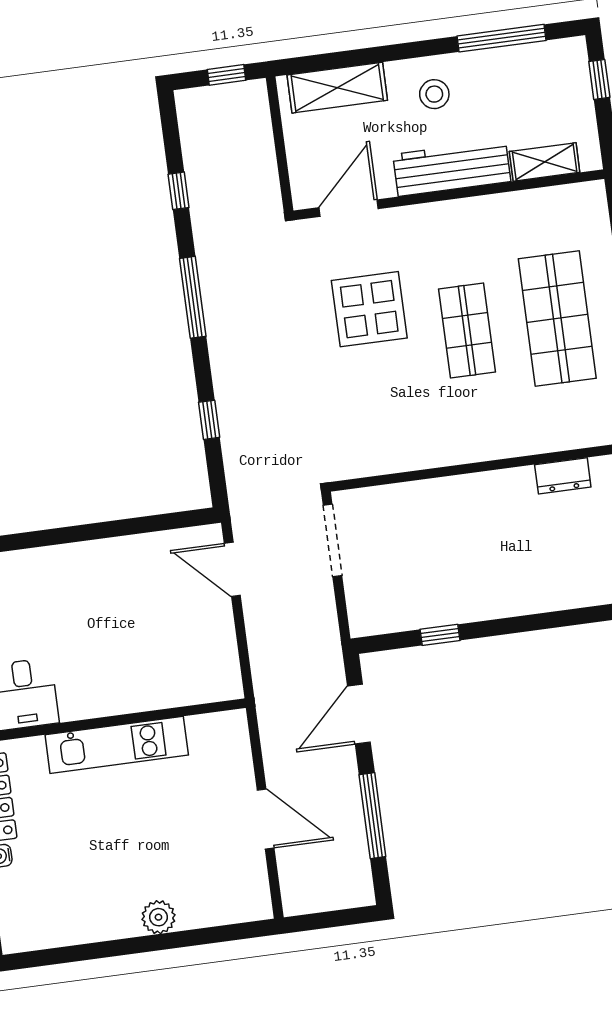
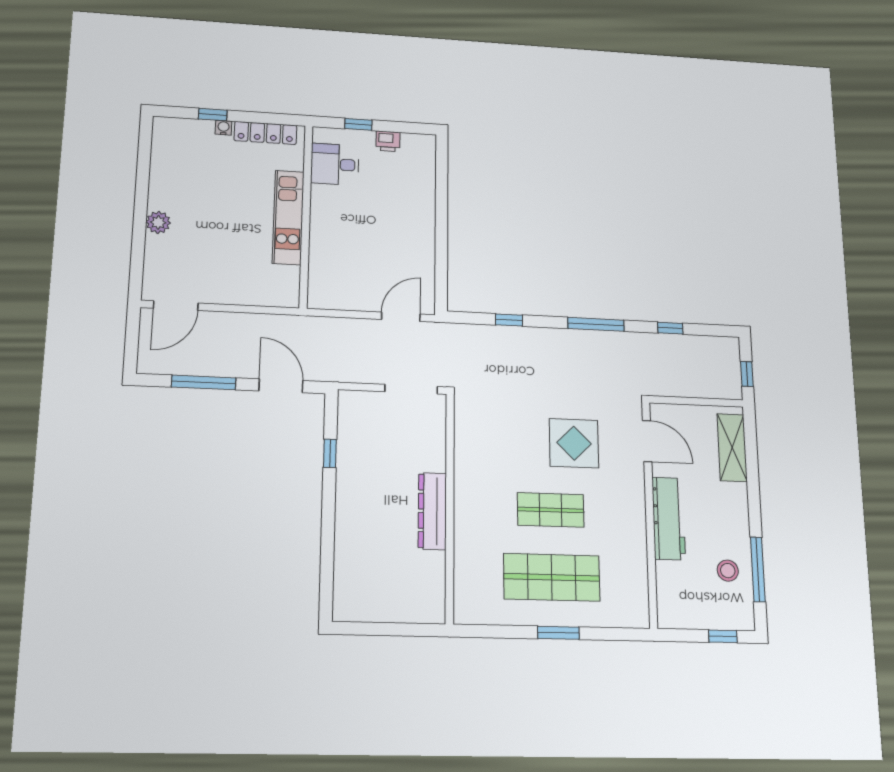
stool: (434, 94) -> (728, 571), moved
shelving: (545, 162) -> (667, 586), removed
dresser: (563, 476) -> (432, 511), moved, width x1.96, depth x1.24
door: (266, 819) -> (176, 306), moved

